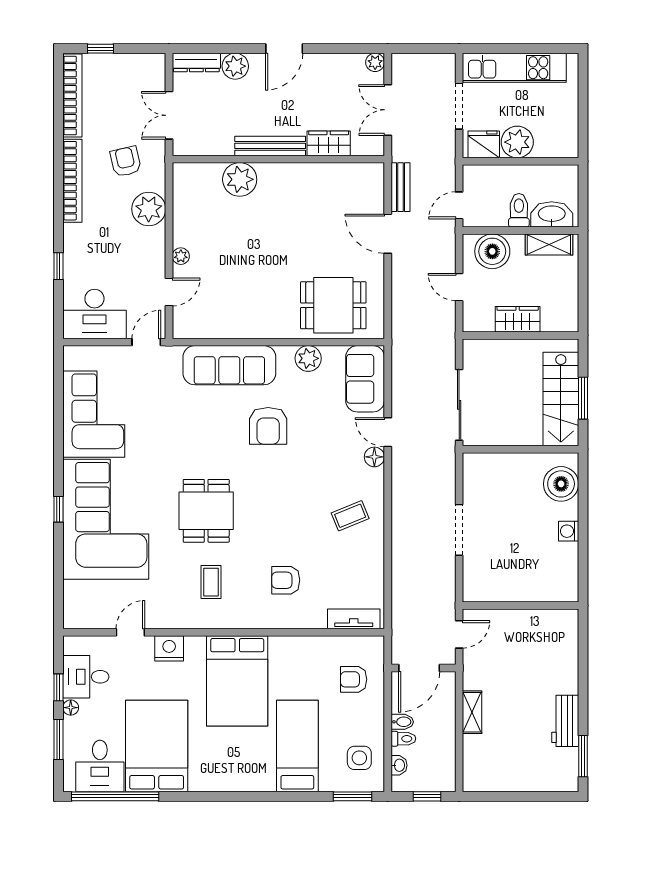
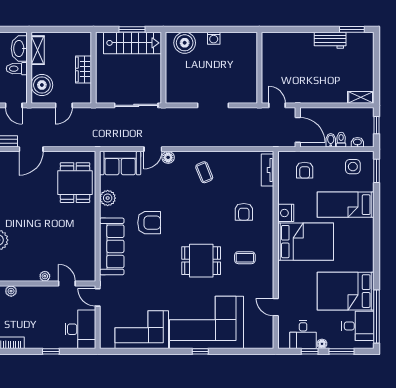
plant: (149, 209) -> (11, 291), width x0.53, depth x0.53
nightstand: (169, 648) -> (286, 213), moved
shelving: (472, 712) -> (361, 97), moved

